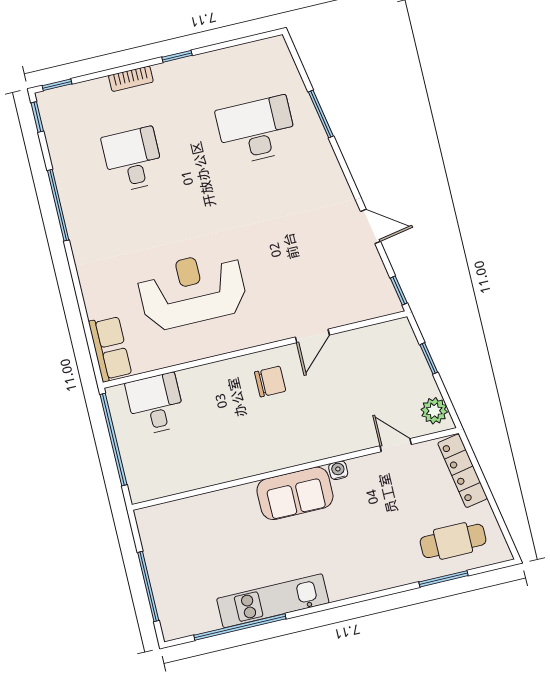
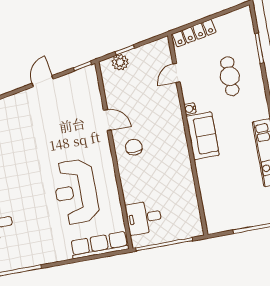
row of seats: (110, 348) -> (100, 245), width x1.48
plant: (434, 411) -> (120, 62), moved
cafe table: (453, 541) -> (230, 76), moved

